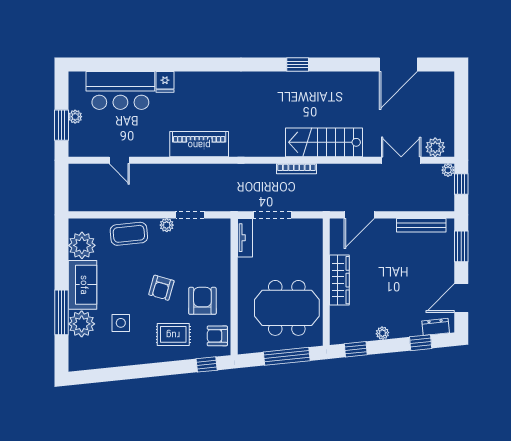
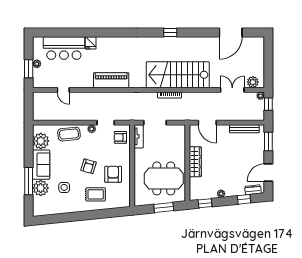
stairs: (324, 142) -> (178, 75), width x1.36, depth x1.51
door: (359, 215) -> (207, 123), hinge flipped
armchair: (217, 336) -> (120, 137), moved
window: (287, 356) -> (164, 207), width x0.69
window: (207, 364) -> (116, 212), removed

